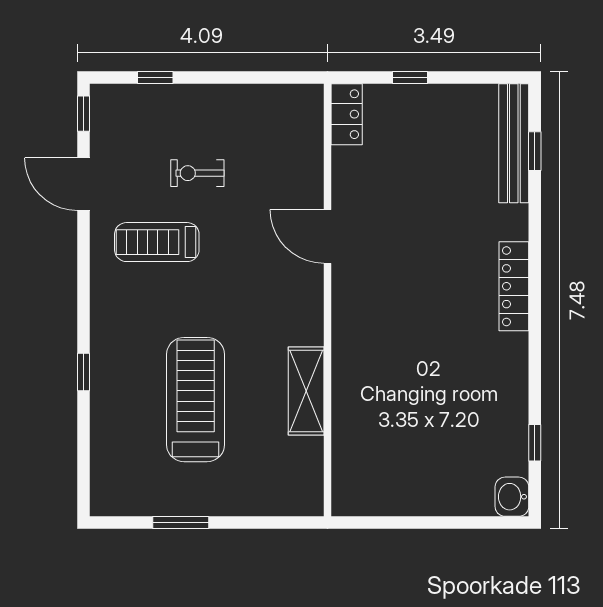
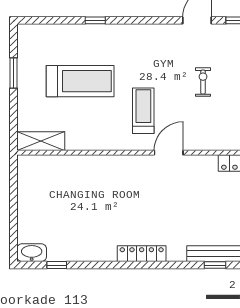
treadmill: (157, 242) -> (143, 111), moved
shelving: (306, 391) -> (41, 141), moved
washbasin: (512, 497) -> (32, 253), width x1.38

